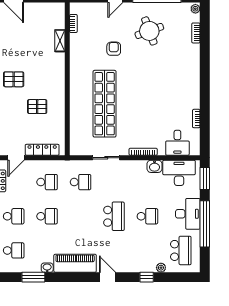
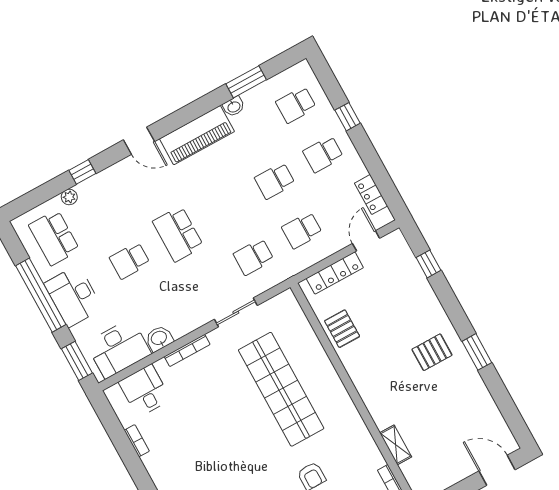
pallet: (37, 107) -> (342, 329), moved, turned 90

